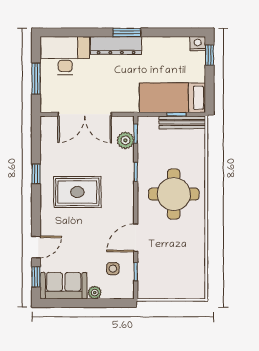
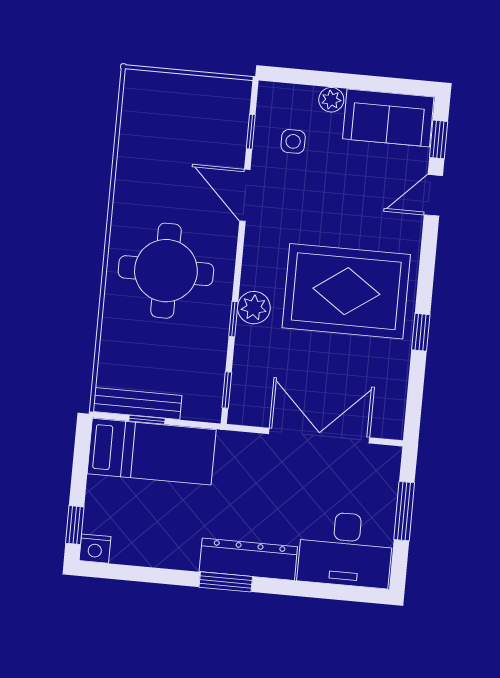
plant: (125, 140) -> (254, 308), moved
rug: (77, 192) -> (346, 291), width x1.37, depth x1.44
door: (136, 238) -> (245, 195), swing flipped

